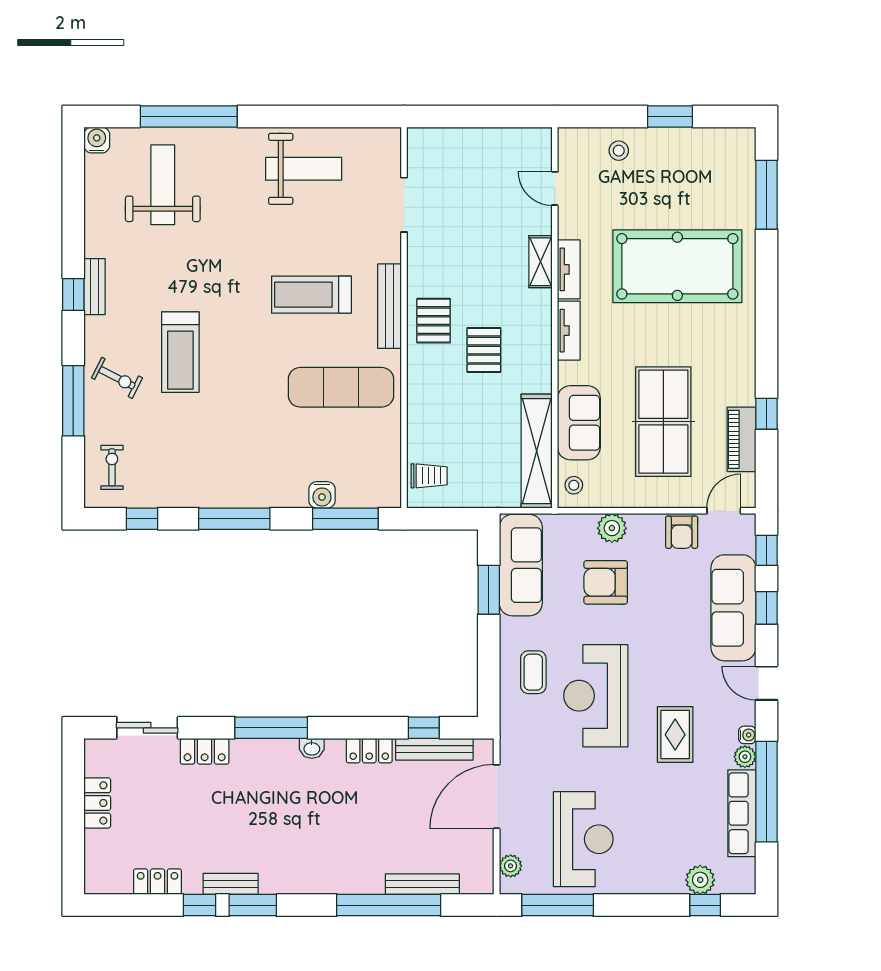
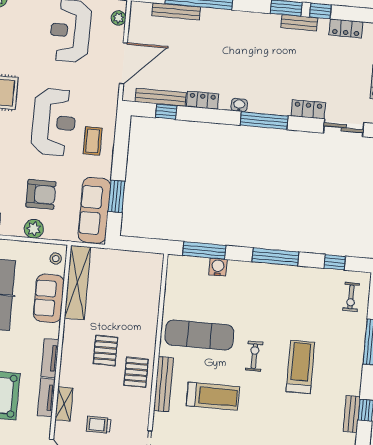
exercise bike: (117, 378) -> (254, 356), moved, turned 63
trolley: (429, 476) -> (99, 425), moved

